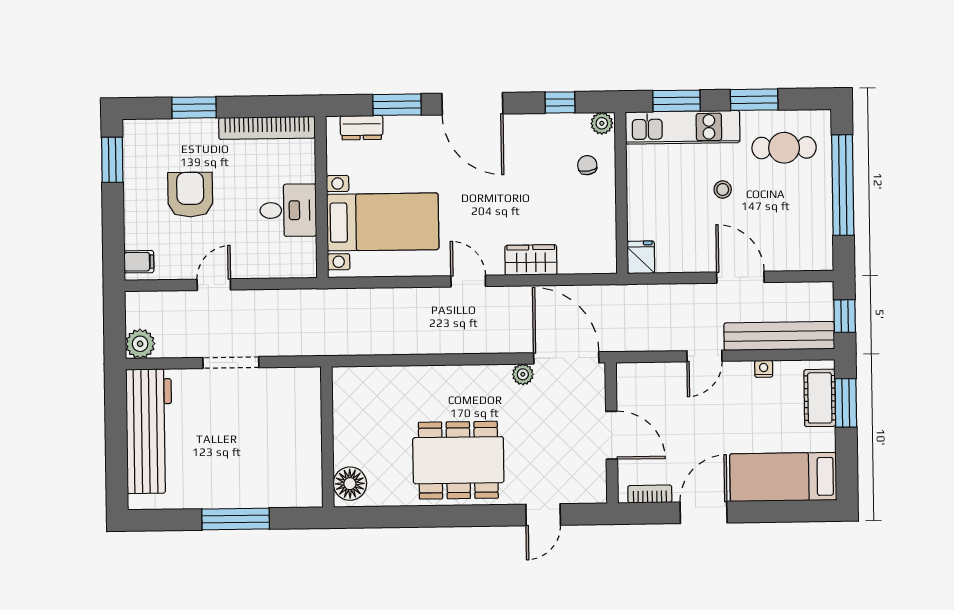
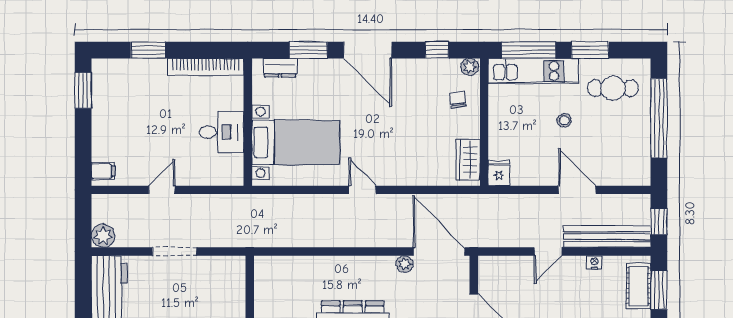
window: (676, 101) -> (529, 50), width x1.44
armchair: (190, 195) -> (144, 119), removed
wardrobe: (531, 260) -> (468, 160), moved, turned -90

